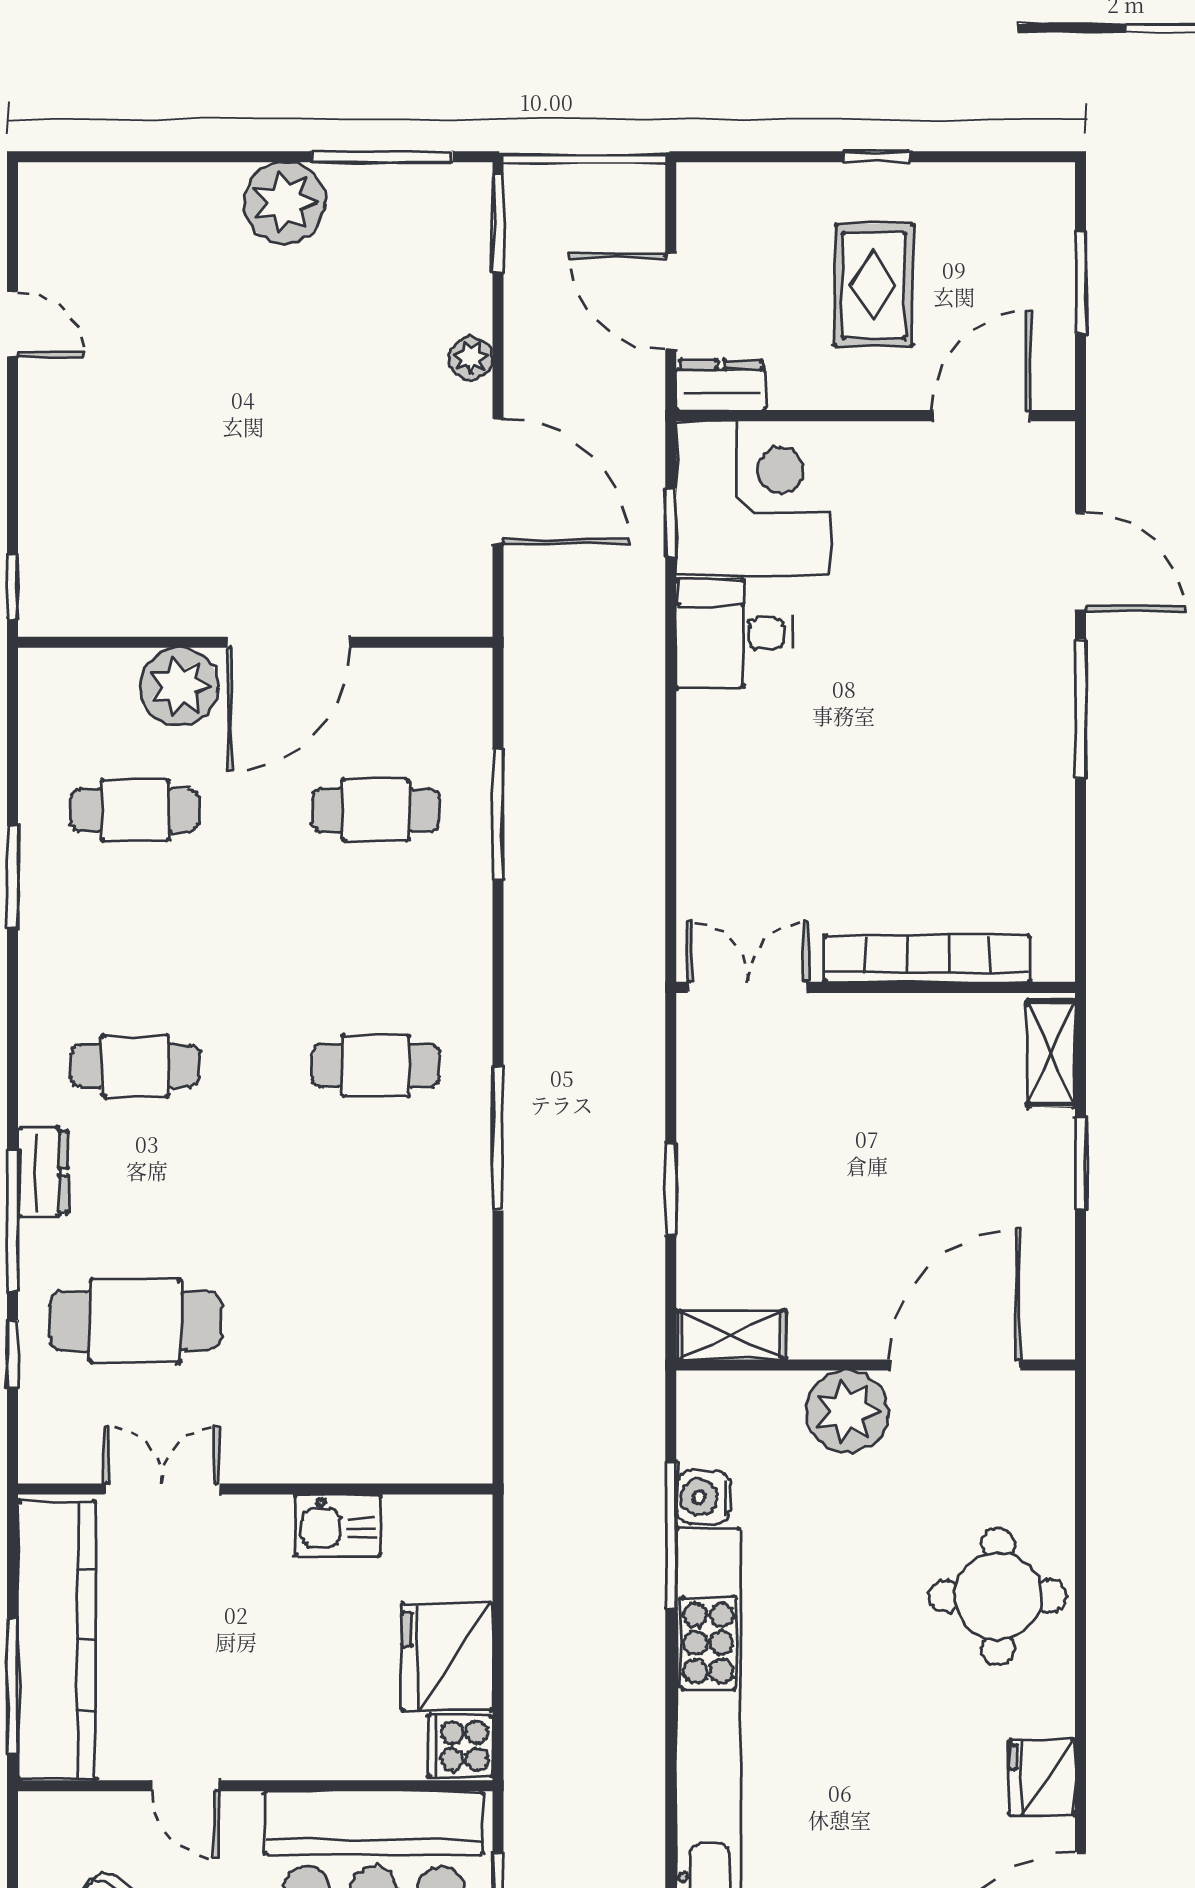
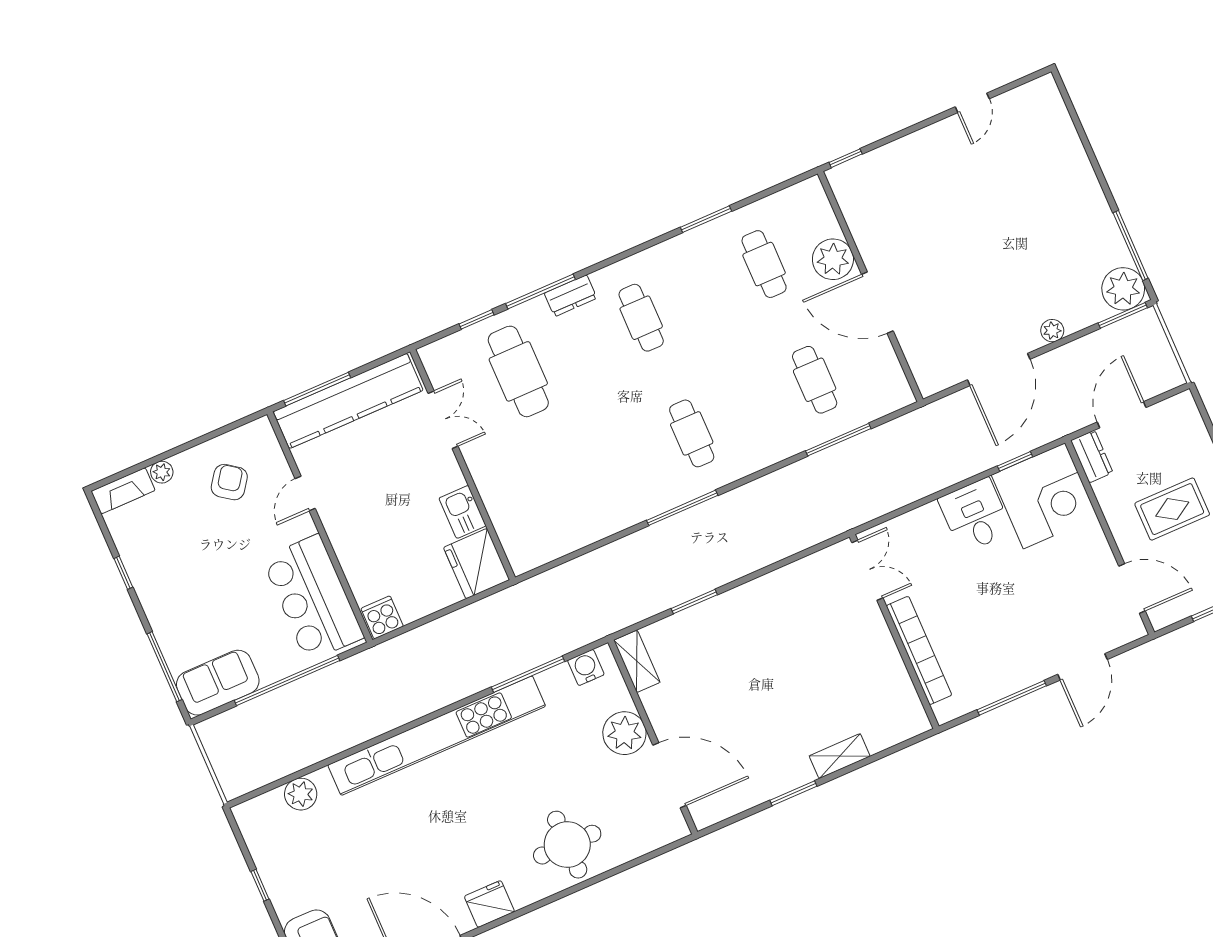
plant: (285, 203) -> (1123, 289), moved
bookcase: (927, 959) -> (919, 650), moved
double door: (748, 987) -> (867, 570), moved
wall: (876, 987) -> (894, 632), moved
water cooler: (703, 1497) -> (586, 667), moved
fridge: (447, 1657) -> (477, 564), moved, turned -90

